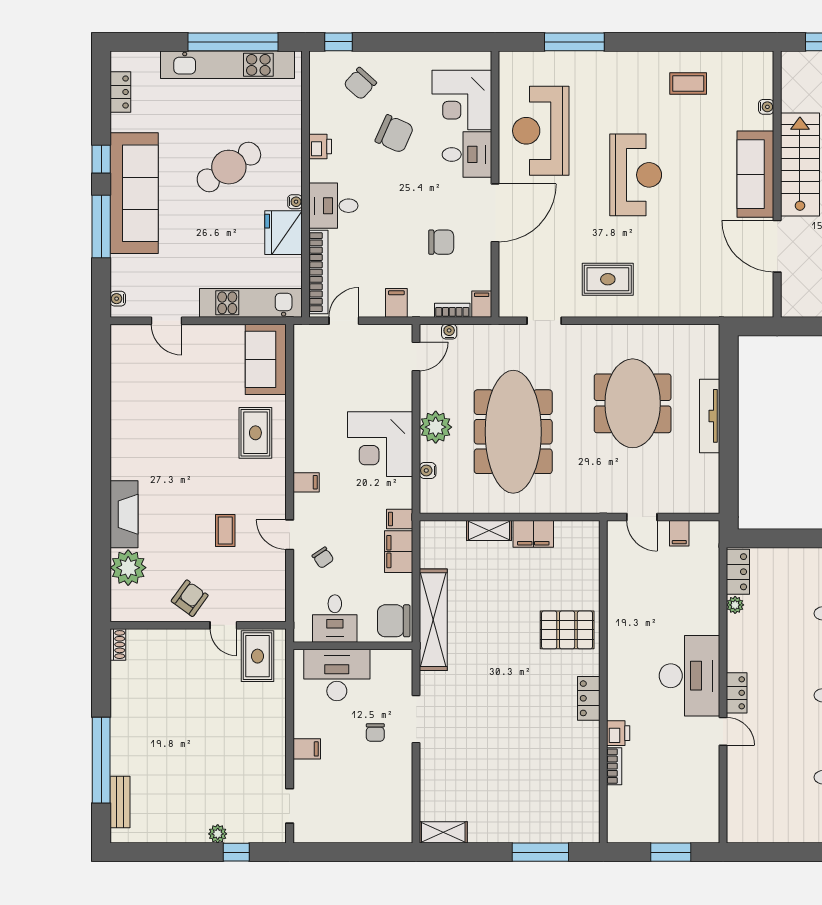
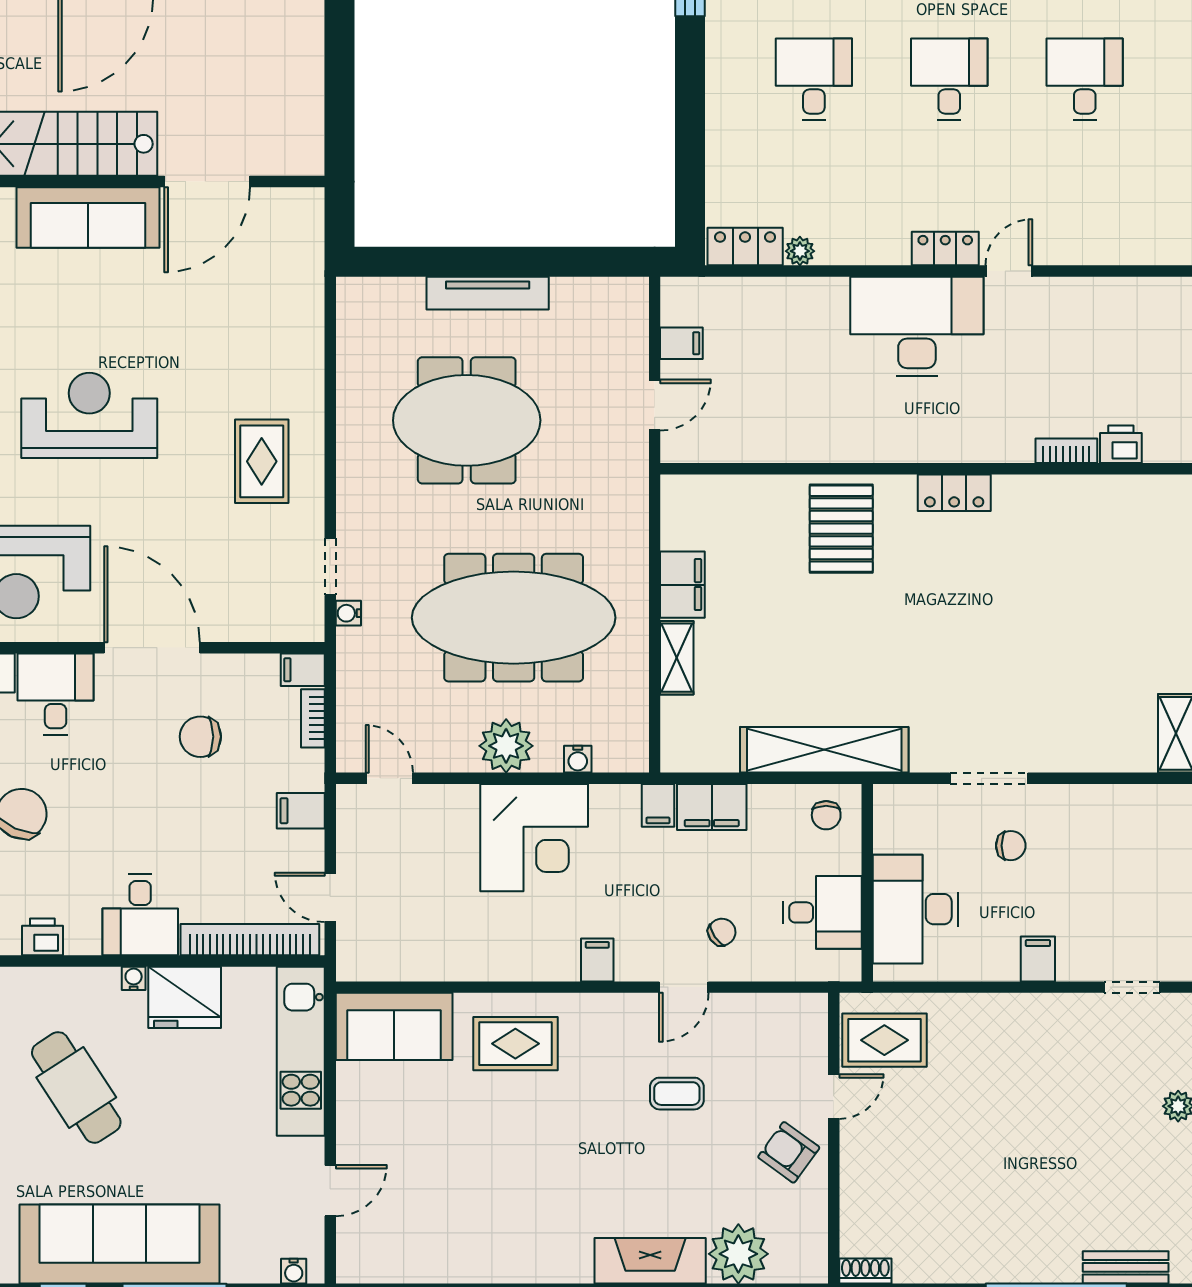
chair: (441, 242) -> (200, 737), turned -90
water cooler: (449, 332) -> (348, 613), moved
chair: (394, 621) -> (826, 815), width x0.54, depth x0.54
printer: (618, 733) -> (1121, 444), moved

